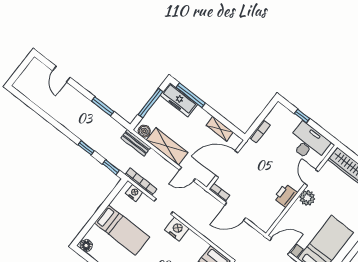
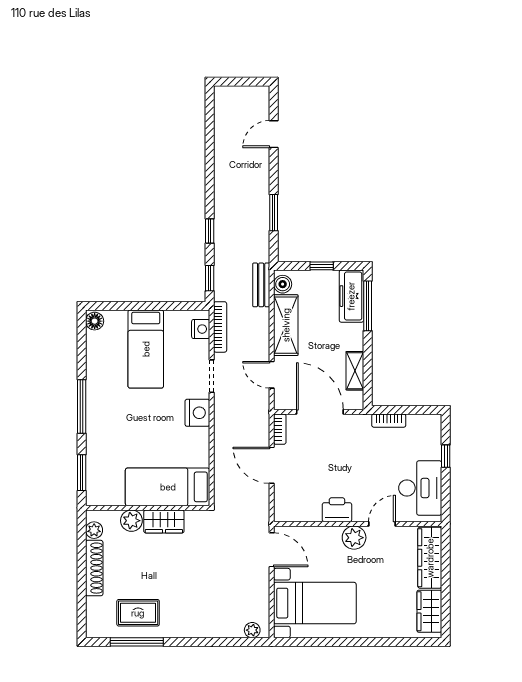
window: (151, 103) -> (322, 266), width x0.46

